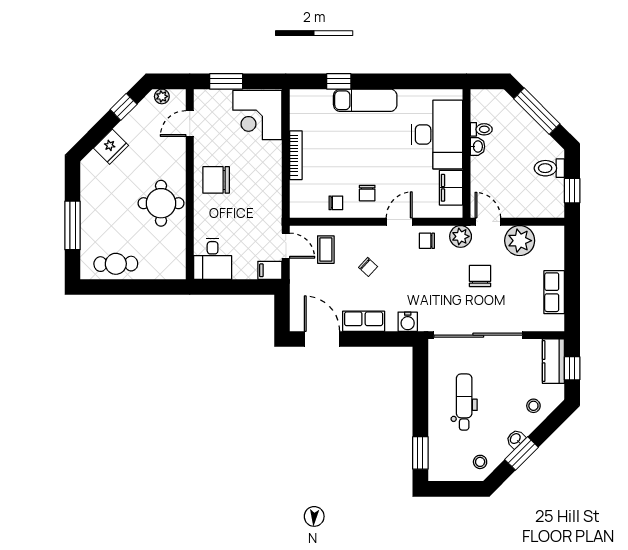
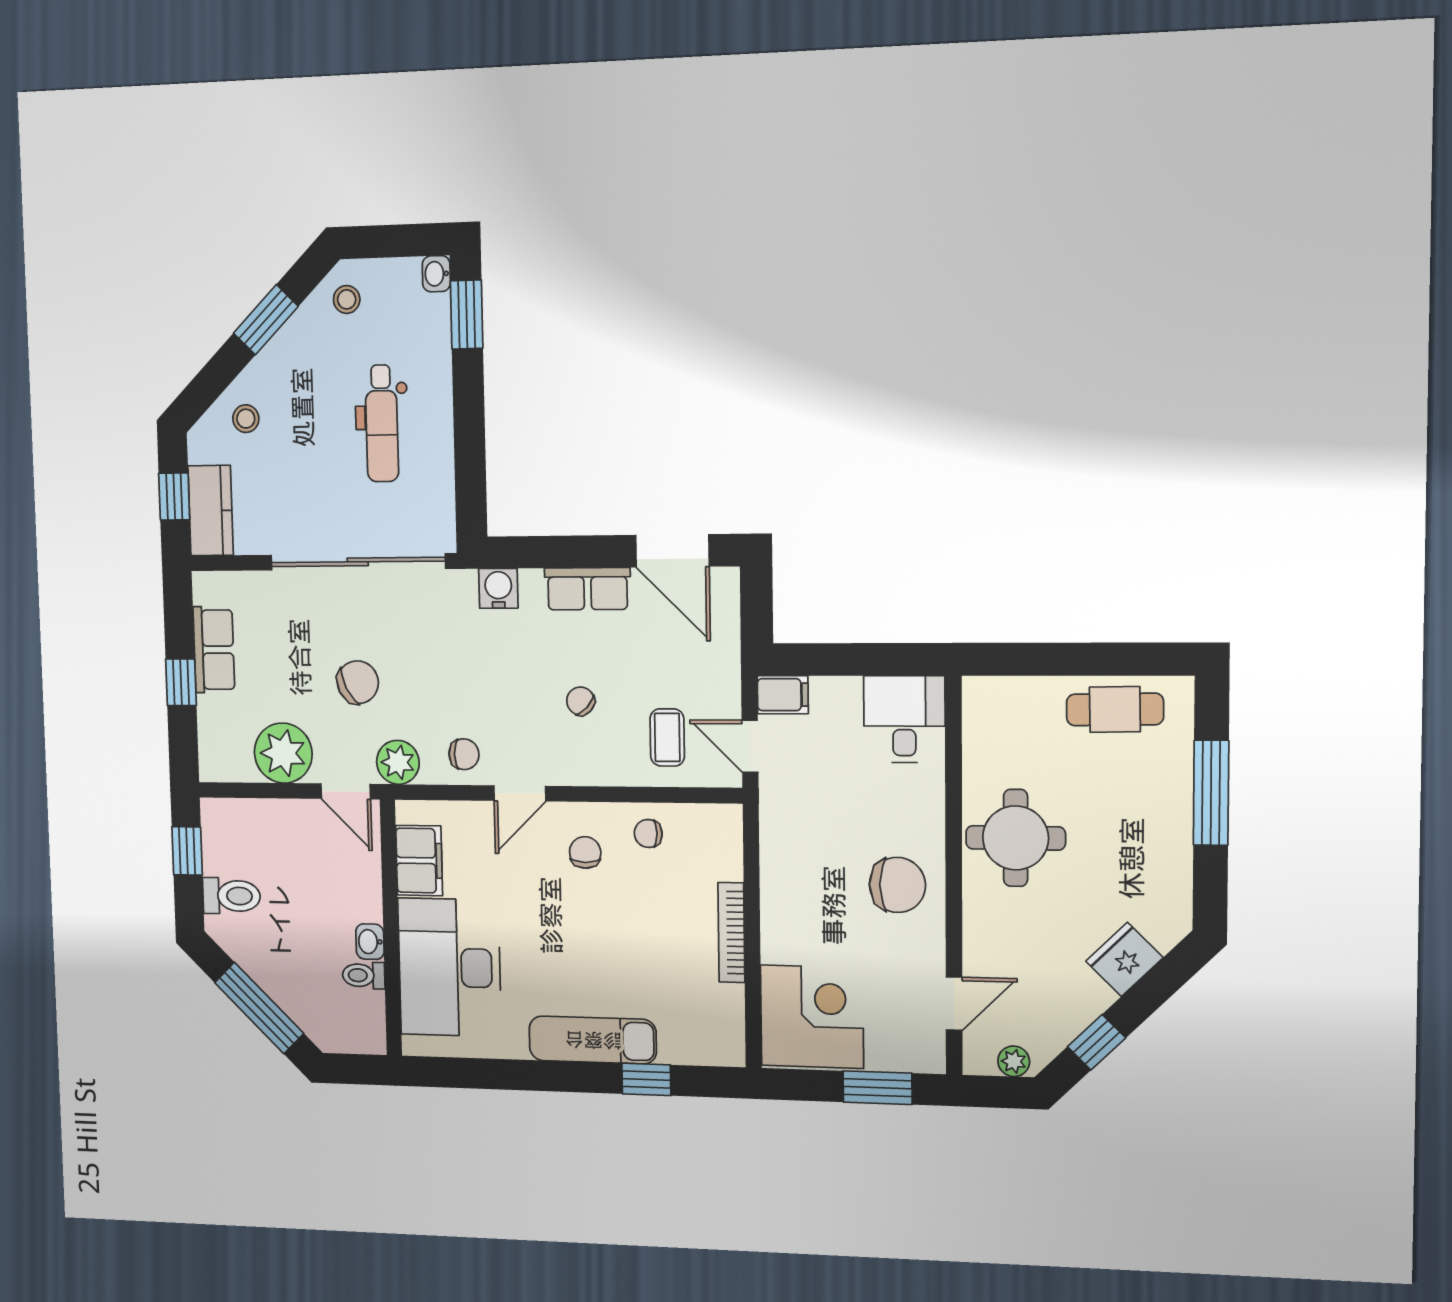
chair: (480, 276) -> (358, 682), turned -116
window: (572, 276) -> (181, 682), added
washbasin: (516, 439) -> (436, 274), moved, turned 135

